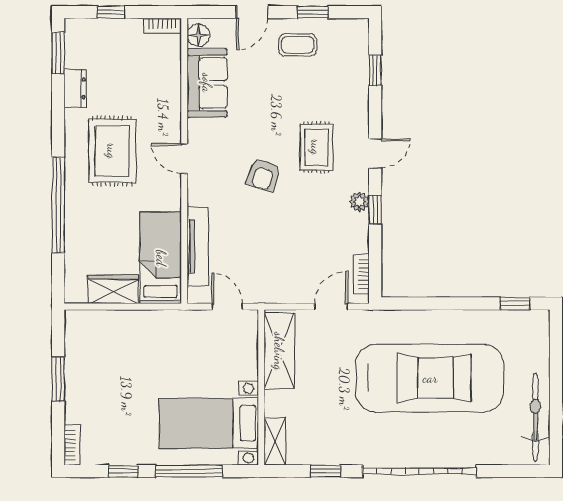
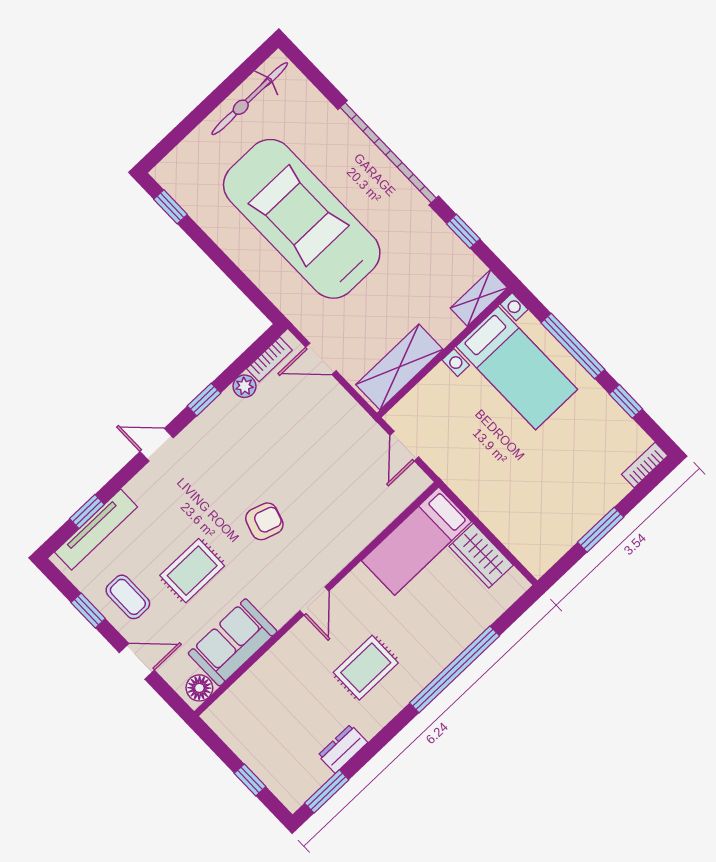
bookcase: (162, 26) -> (220, 726), removed
rug: (316, 147) -> (192, 571), moved
rug: (112, 151) -> (366, 668), width x0.73, depth x0.70
plant: (359, 202) -> (244, 386), moved
tv unit: (198, 246) -> (96, 530), moved, turned 180

